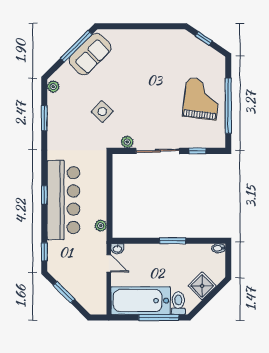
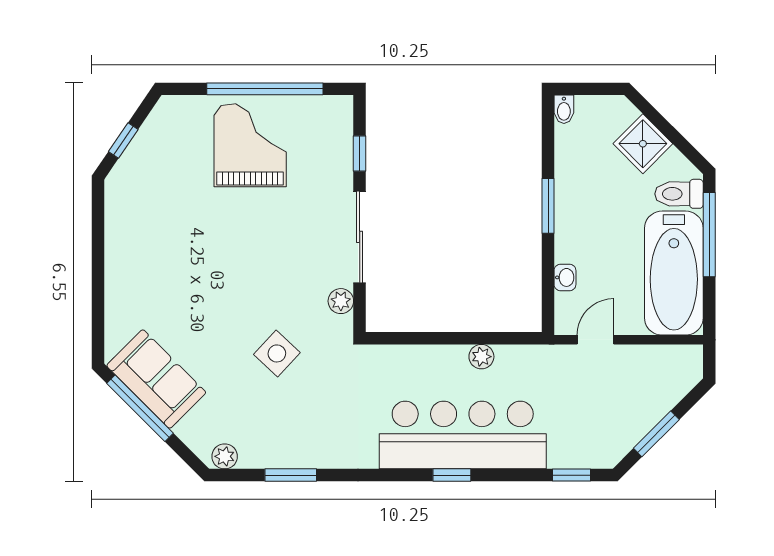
grand piano: (201, 99) -> (250, 145), turned 83
plant: (101, 226) -> (481, 357), moved
washbasin: (117, 249) -> (565, 277), moved

